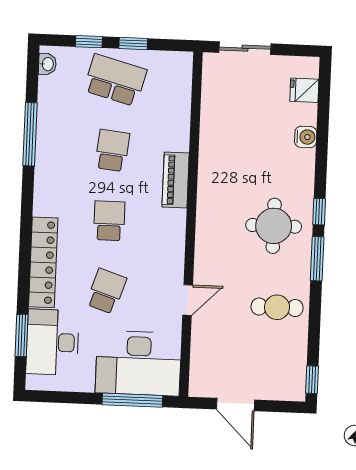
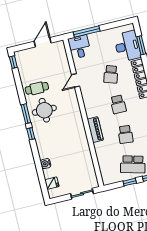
round table: (274, 226) -> (44, 110), moved
desk: (138, 363) -> (79, 47), width x0.53, depth x0.77
door: (236, 404) -> (43, 42), hinge flipped

